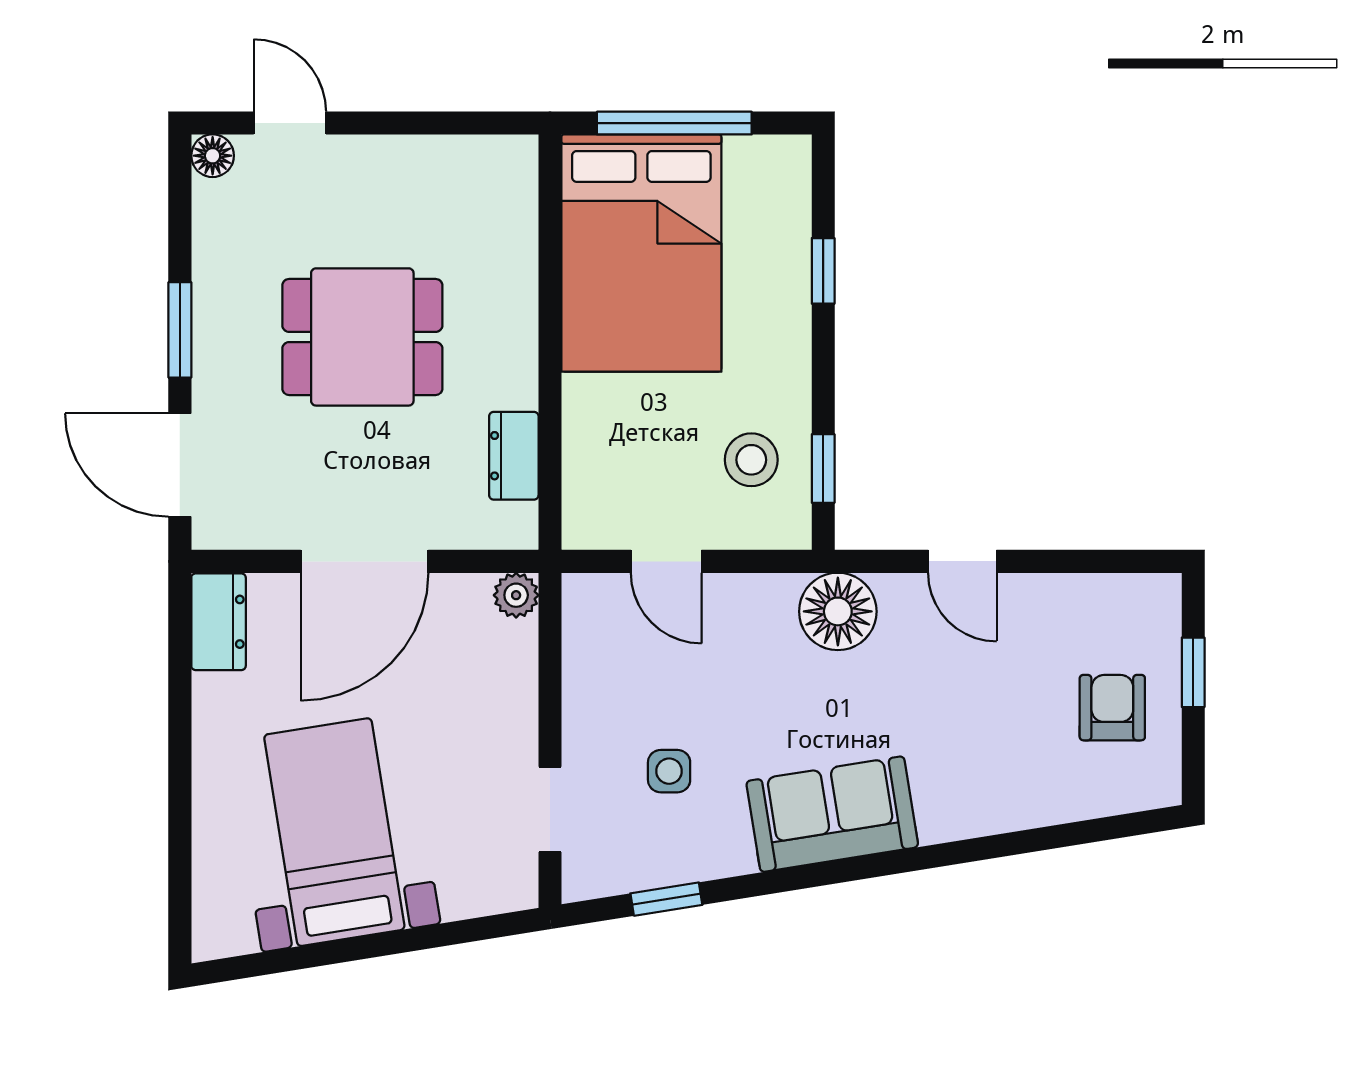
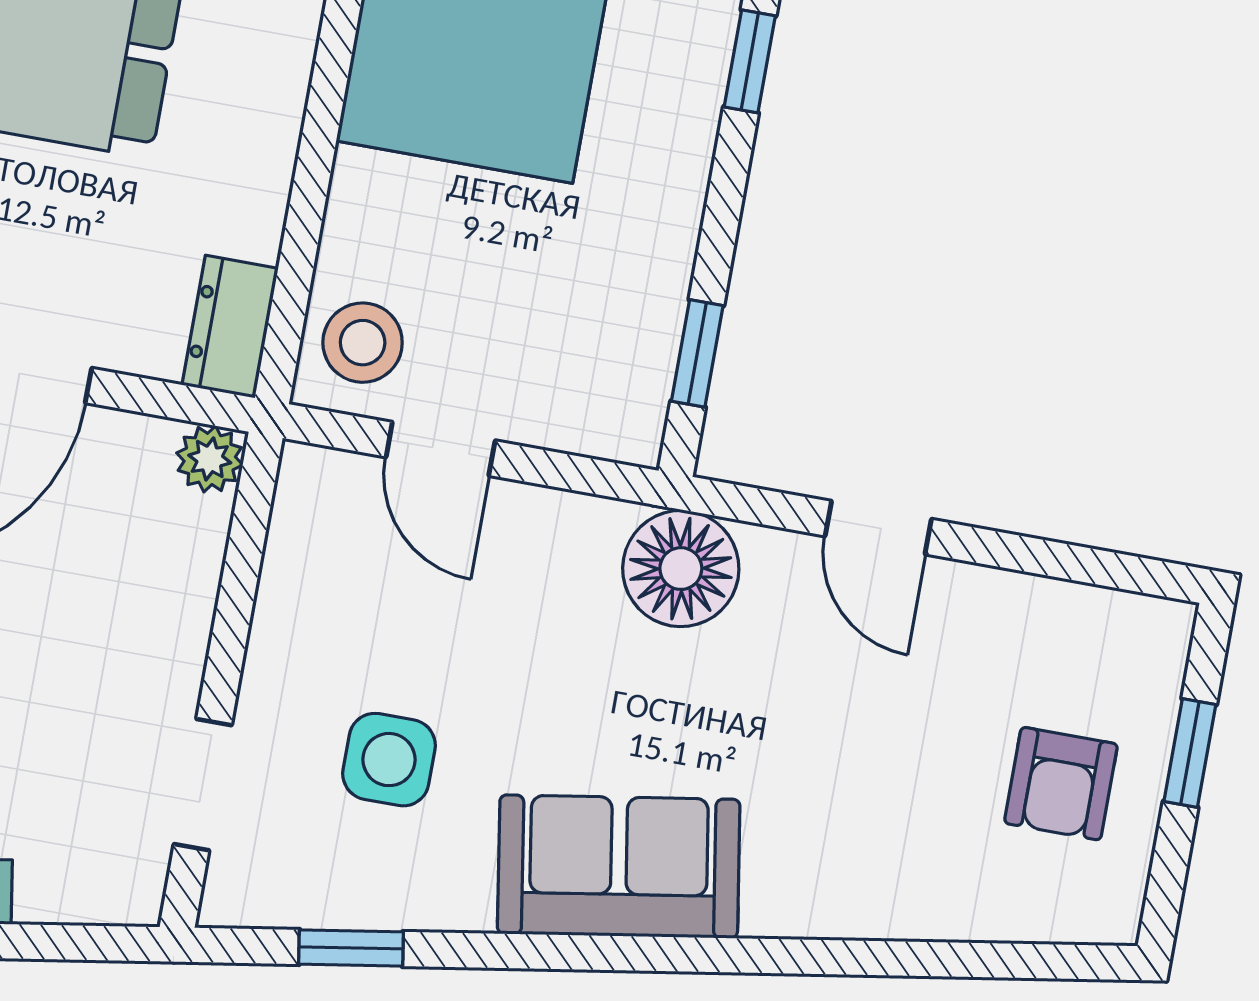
dresser: (514, 456) -> (230, 327), moved
stool: (751, 460) -> (363, 343), moved
armchair: (1112, 708) -> (1061, 784), turned 180
side table: (669, 771) -> (389, 760), width x1.37, depth x1.37

